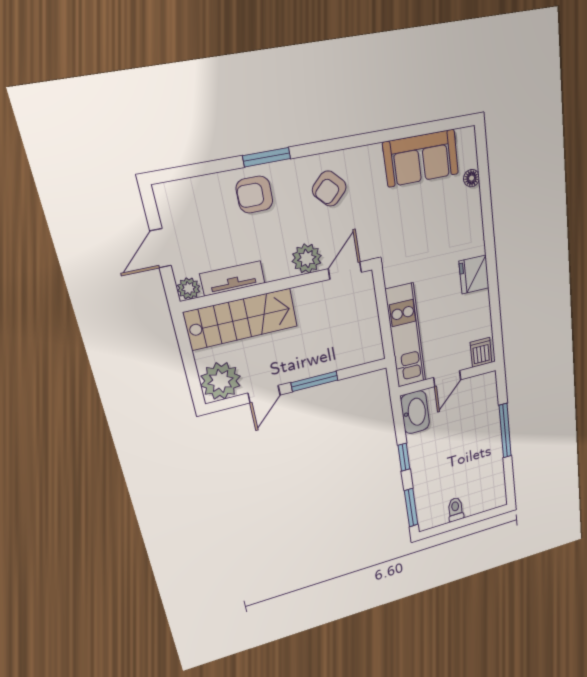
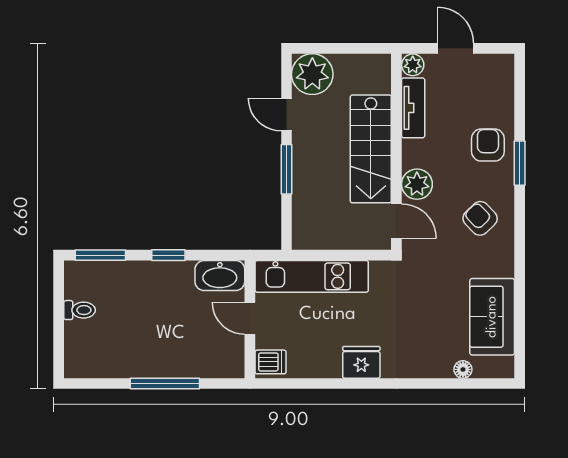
stairs: (241, 319) -> (371, 149), moved

